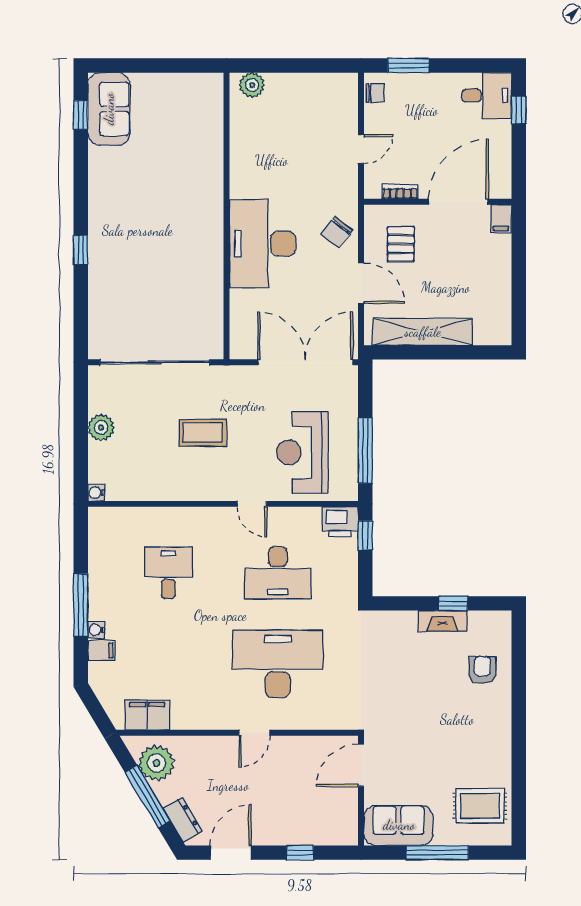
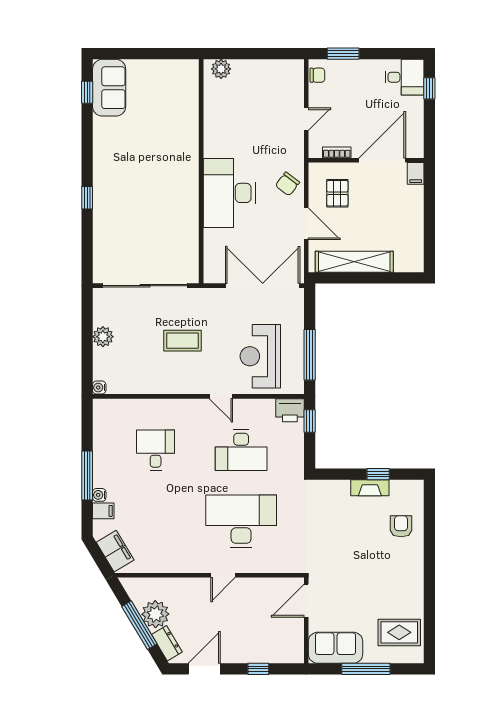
filing cabinet: (147, 715) -> (115, 551), moved, turned 59
plant: (156, 763) -> (155, 614), moved

